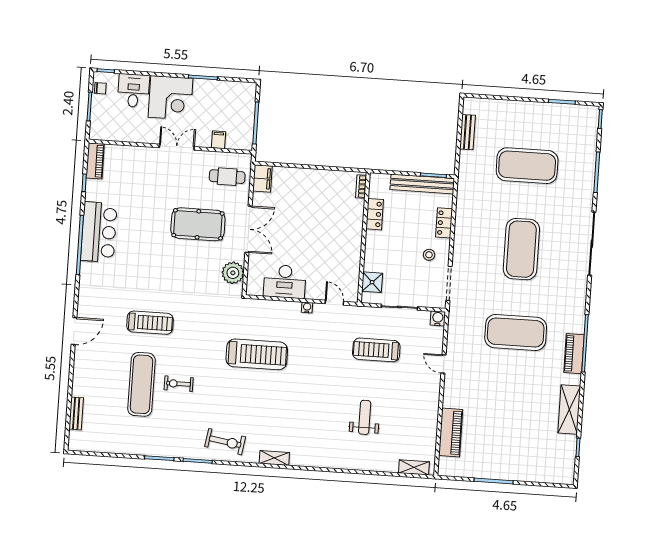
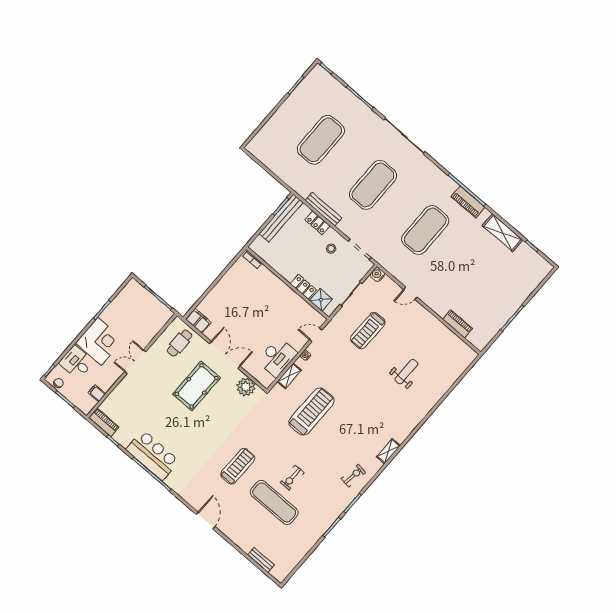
bench: (467, 132) -> (323, 209), moved, width x1.36
filing cabinet: (218, 140) -> (97, 393), moved
locker: (375, 214) -> (303, 287), moved
exercise mat: (521, 249) -> (373, 185), turned 90
weight bench: (365, 417) -> (406, 372), turned 90
piano: (451, 432) -> (458, 324), width x0.73, depth x0.75
exercise bike: (225, 442) -> (353, 476), width x0.73, depth x0.72
shelving: (414, 467) -> (289, 376), moved

